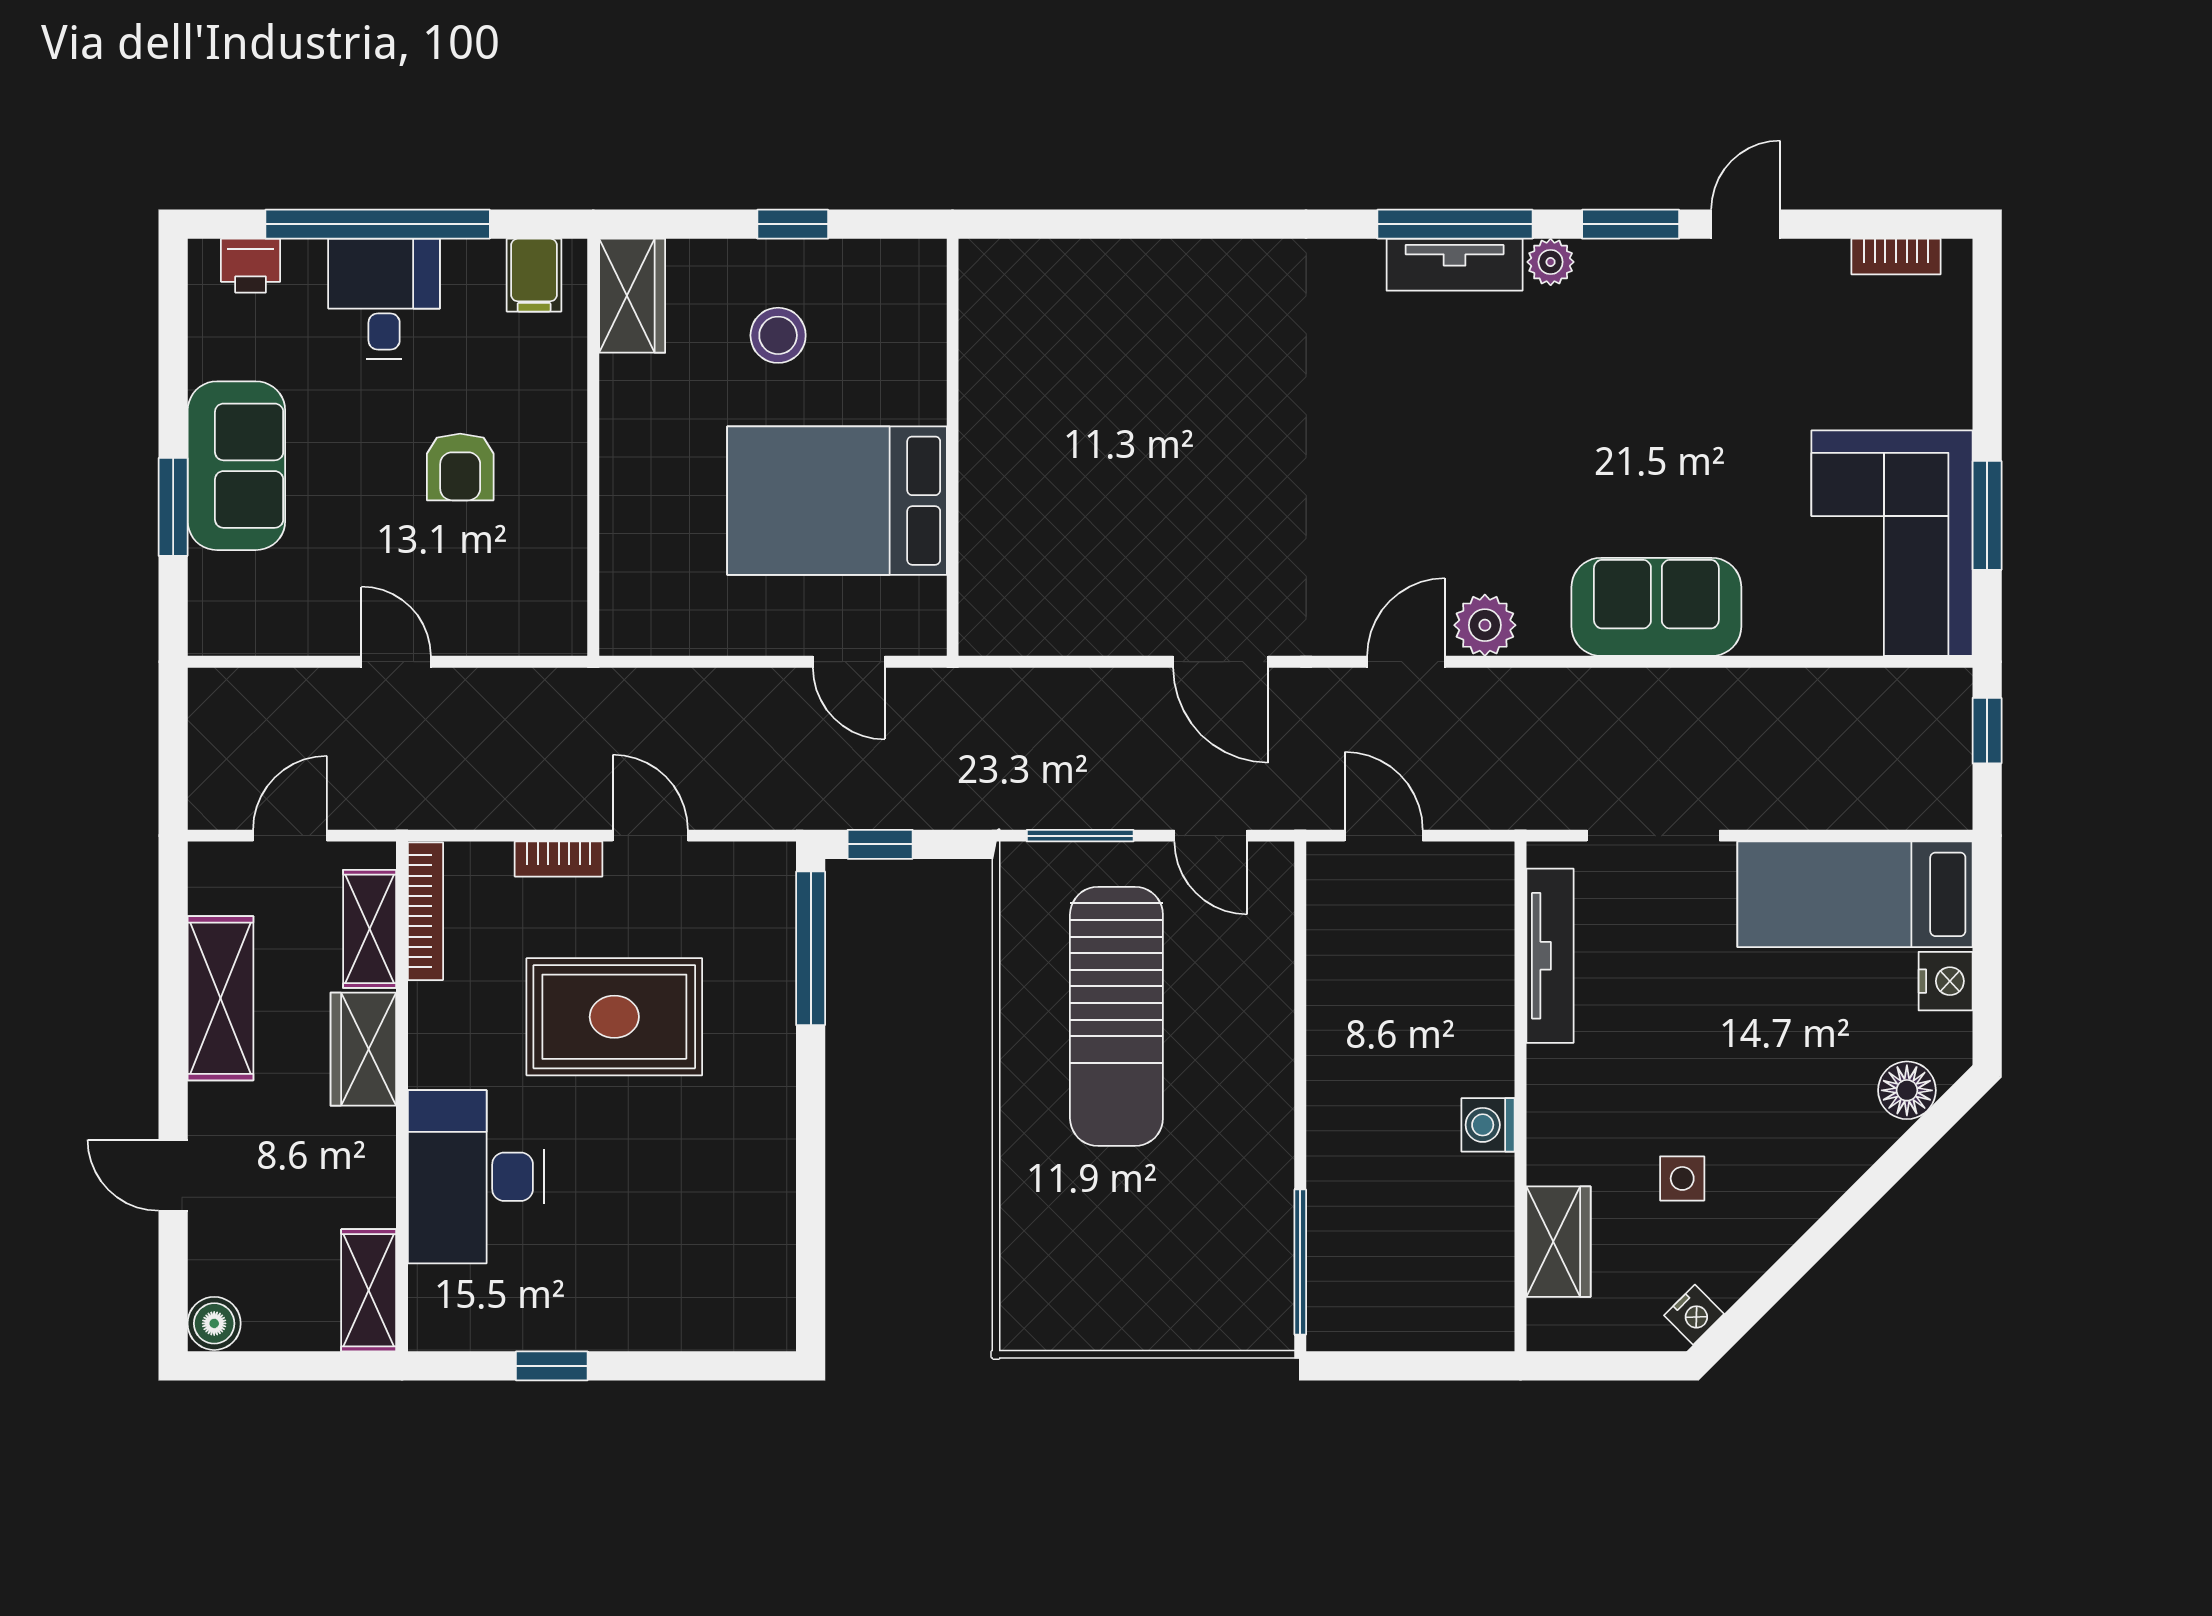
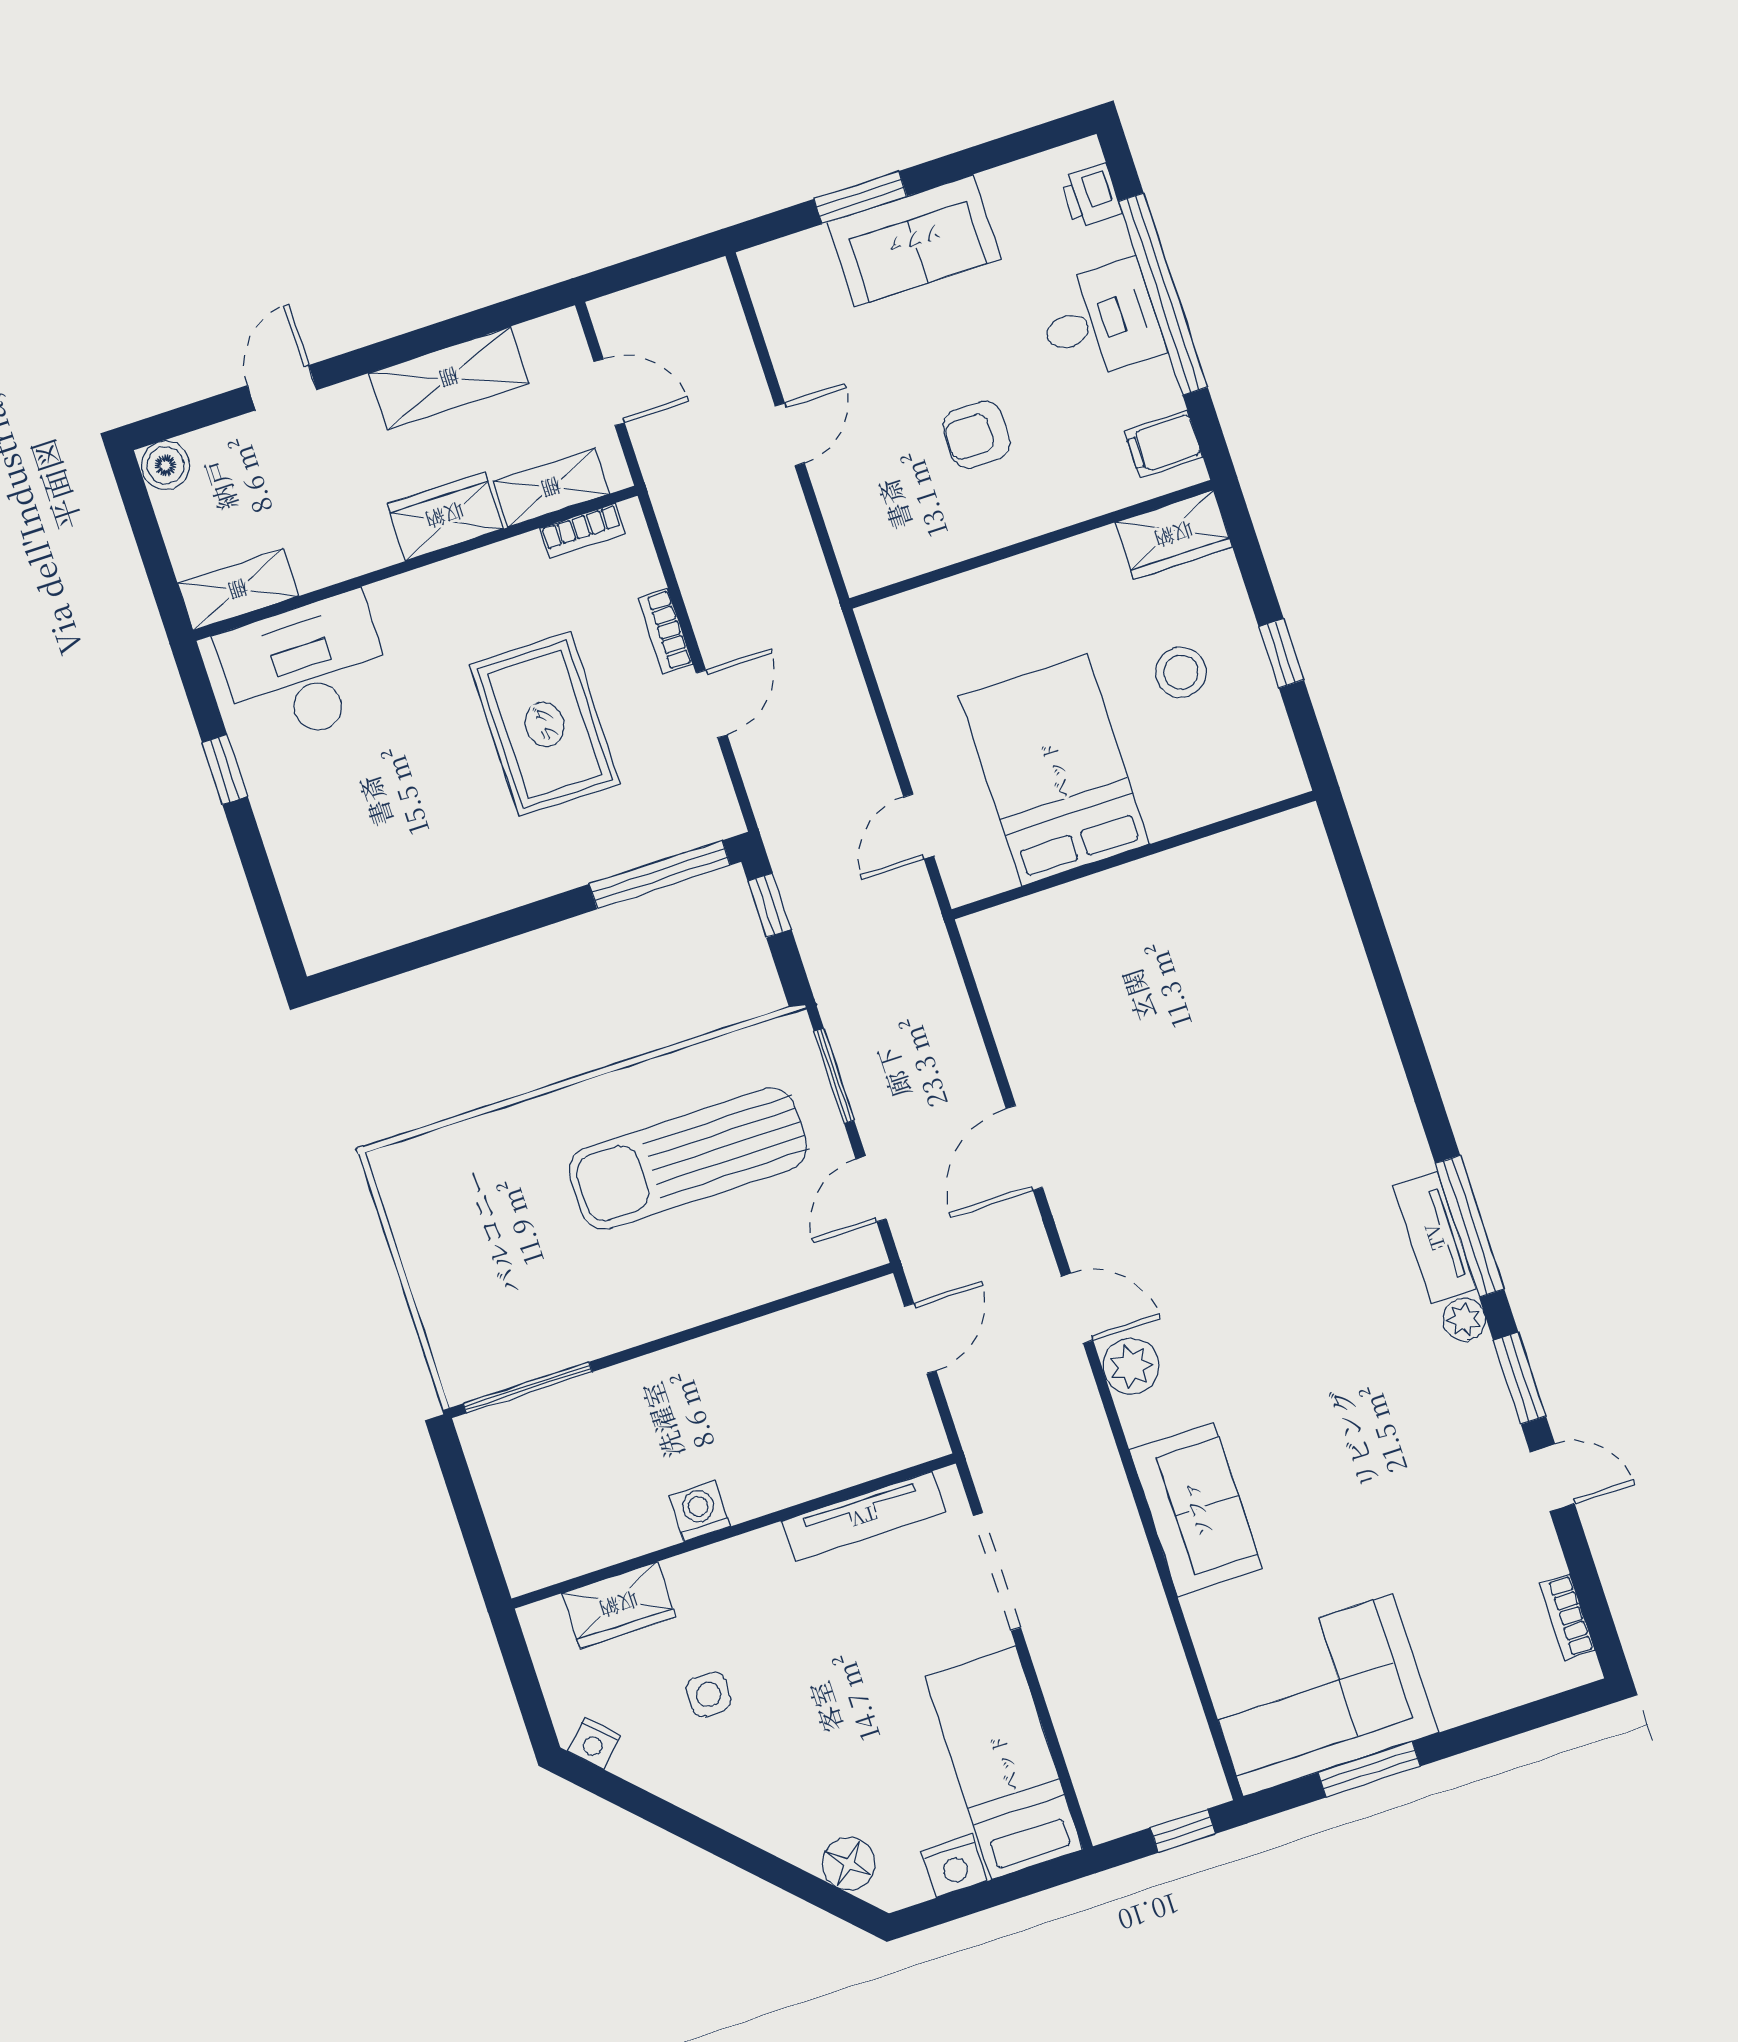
bookcase: (425, 911) -> (582, 531), width x0.64
desk: (476, 1177) -> (306, 670), moved

